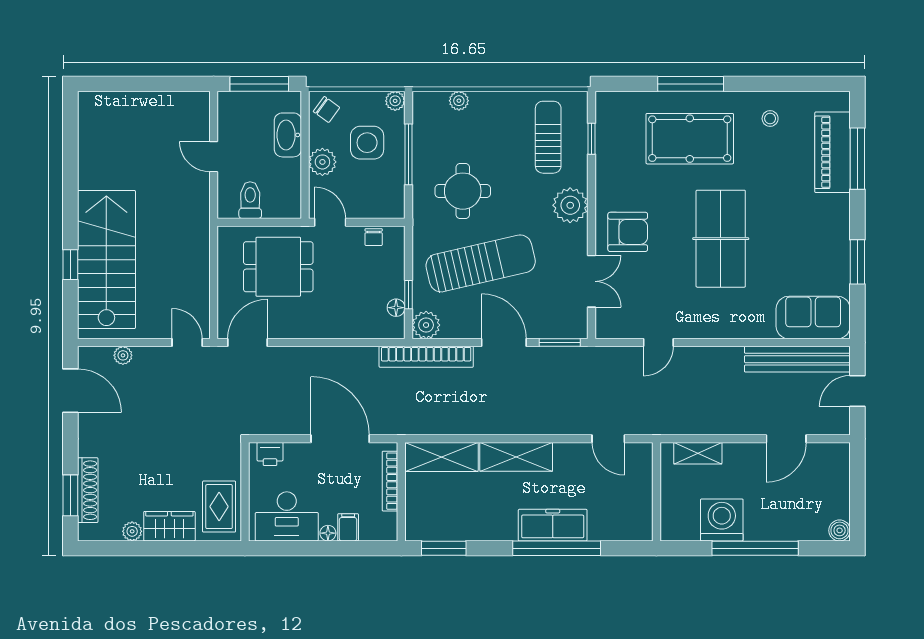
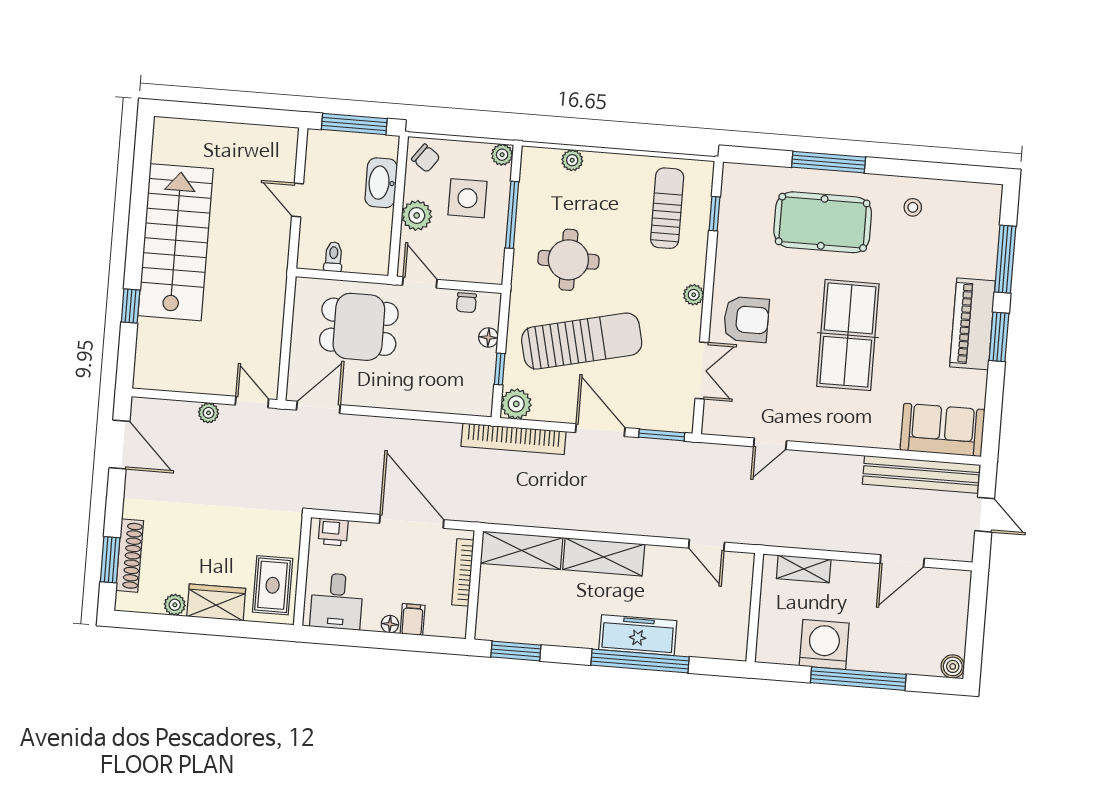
piano: (833, 152) -> (973, 324), moved
toilet: (250, 200) -> (333, 257), width x0.73, depth x0.72
plant: (570, 205) -> (694, 295), width x0.53, depth x0.53
stairs: (106, 260) -> (176, 242), moved
window: (857, 262) -> (999, 337), moved
floor lamp: (396, 308) -> (488, 337), moved
plant: (123, 355) -> (209, 413), moved
door: (857, 391) -> (985, 515), swing flipped
desk: (287, 516) -> (337, 601), width x0.73

